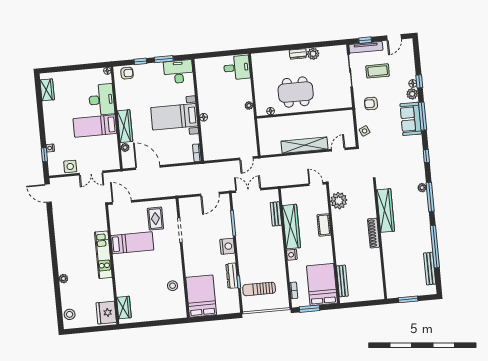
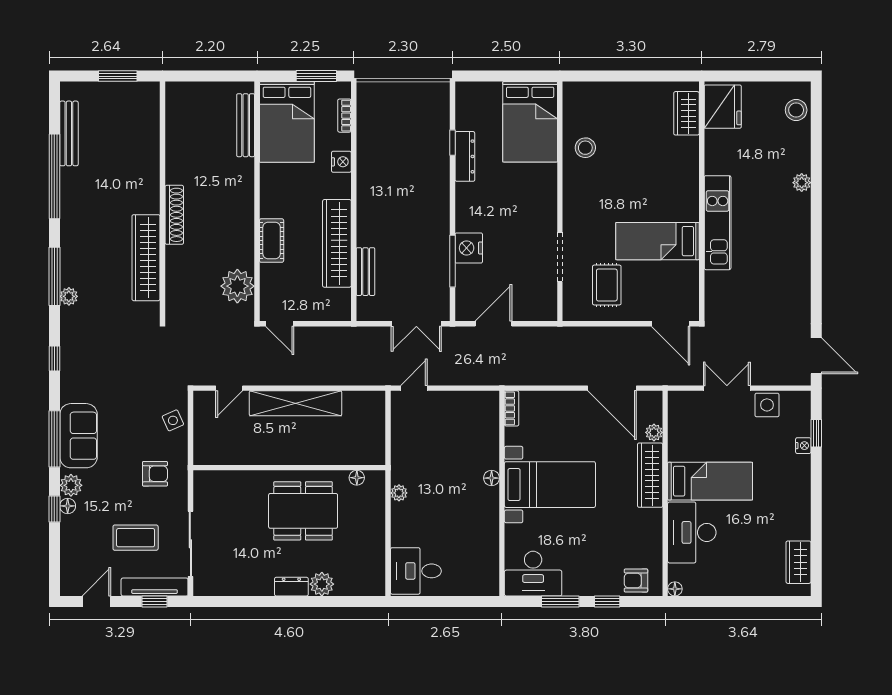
plant: (313, 54) -> (322, 584), moved
nightstand: (227, 246) -> (469, 248), moved
nightstand: (292, 255) -> (341, 162), moved
sun lounger: (259, 289) -> (413, 125), removed

